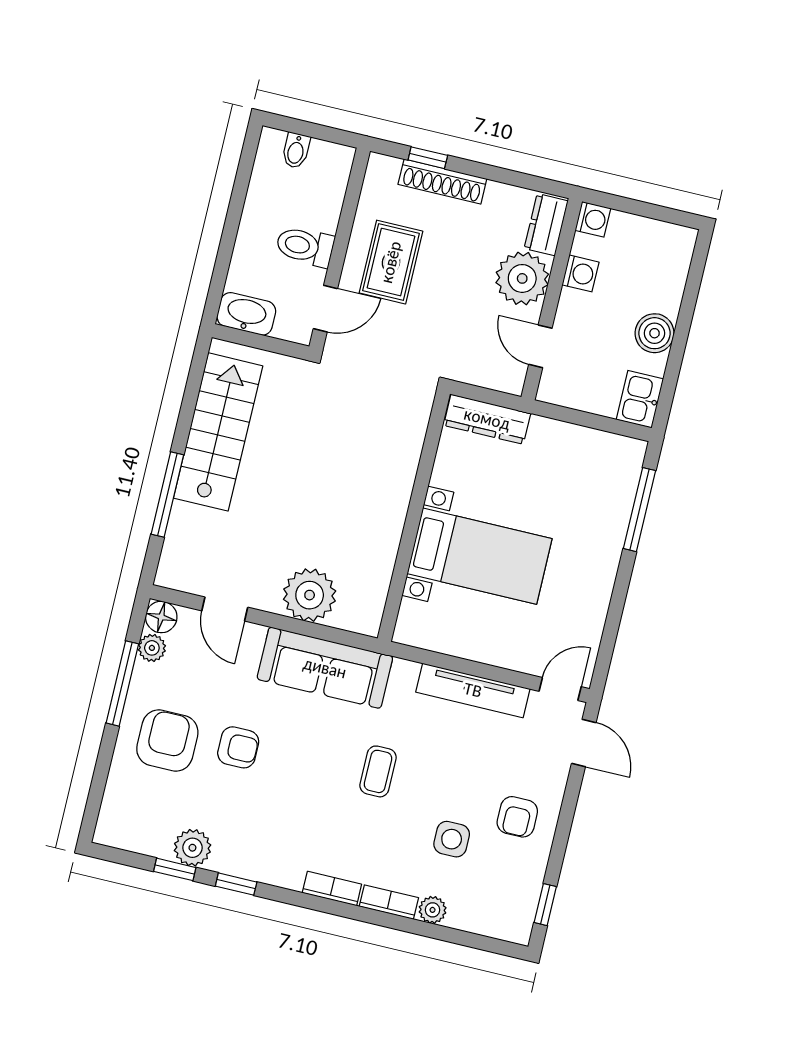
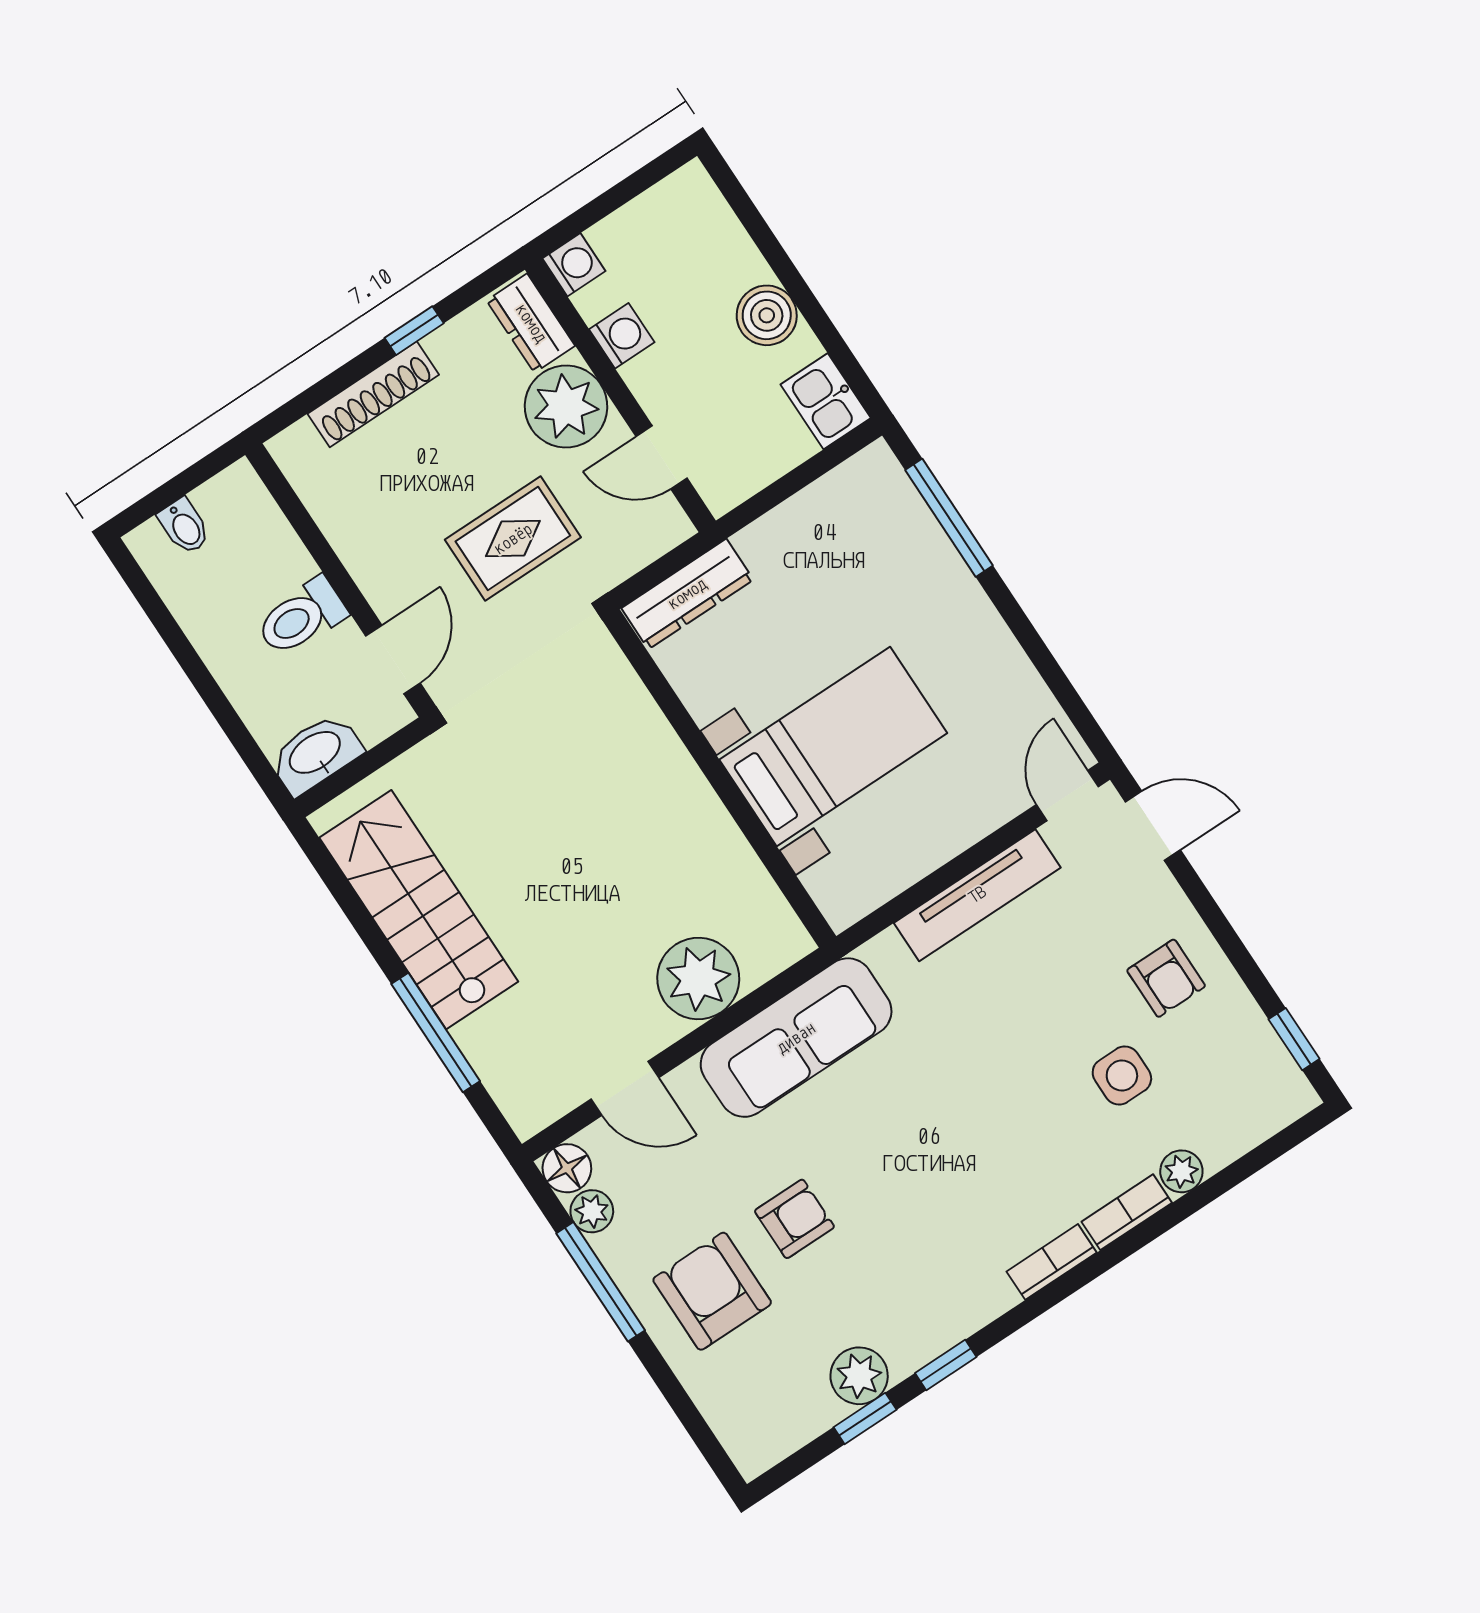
window: (428, 158) -> (414, 331), moved
rug: (391, 262) -> (513, 539), moved, turned 90
coffee table: (378, 771) -> (968, 1087), removed

